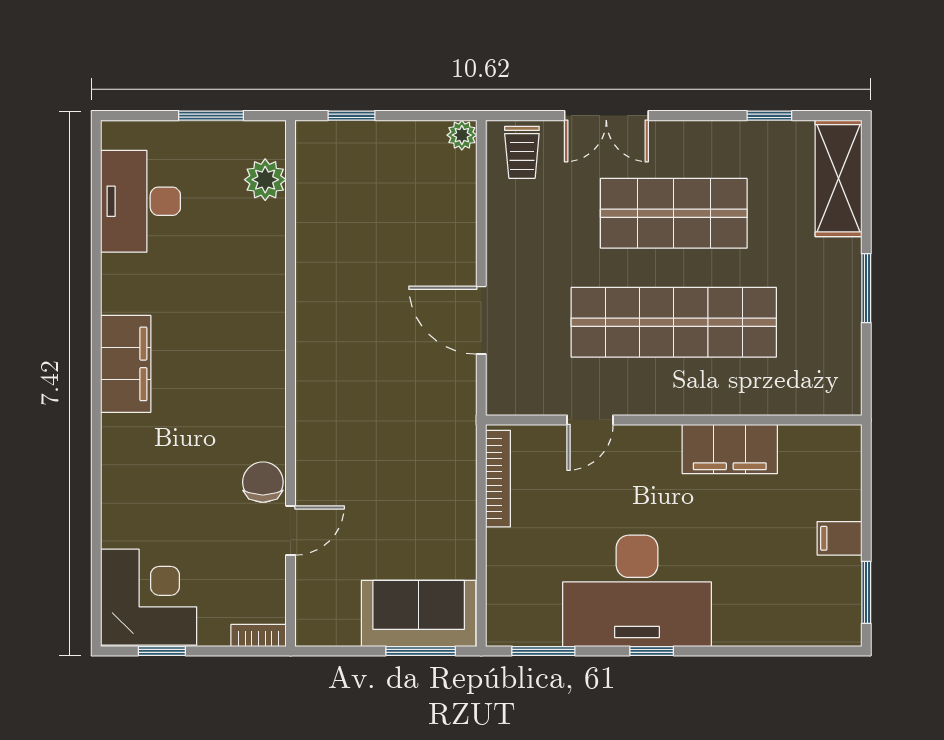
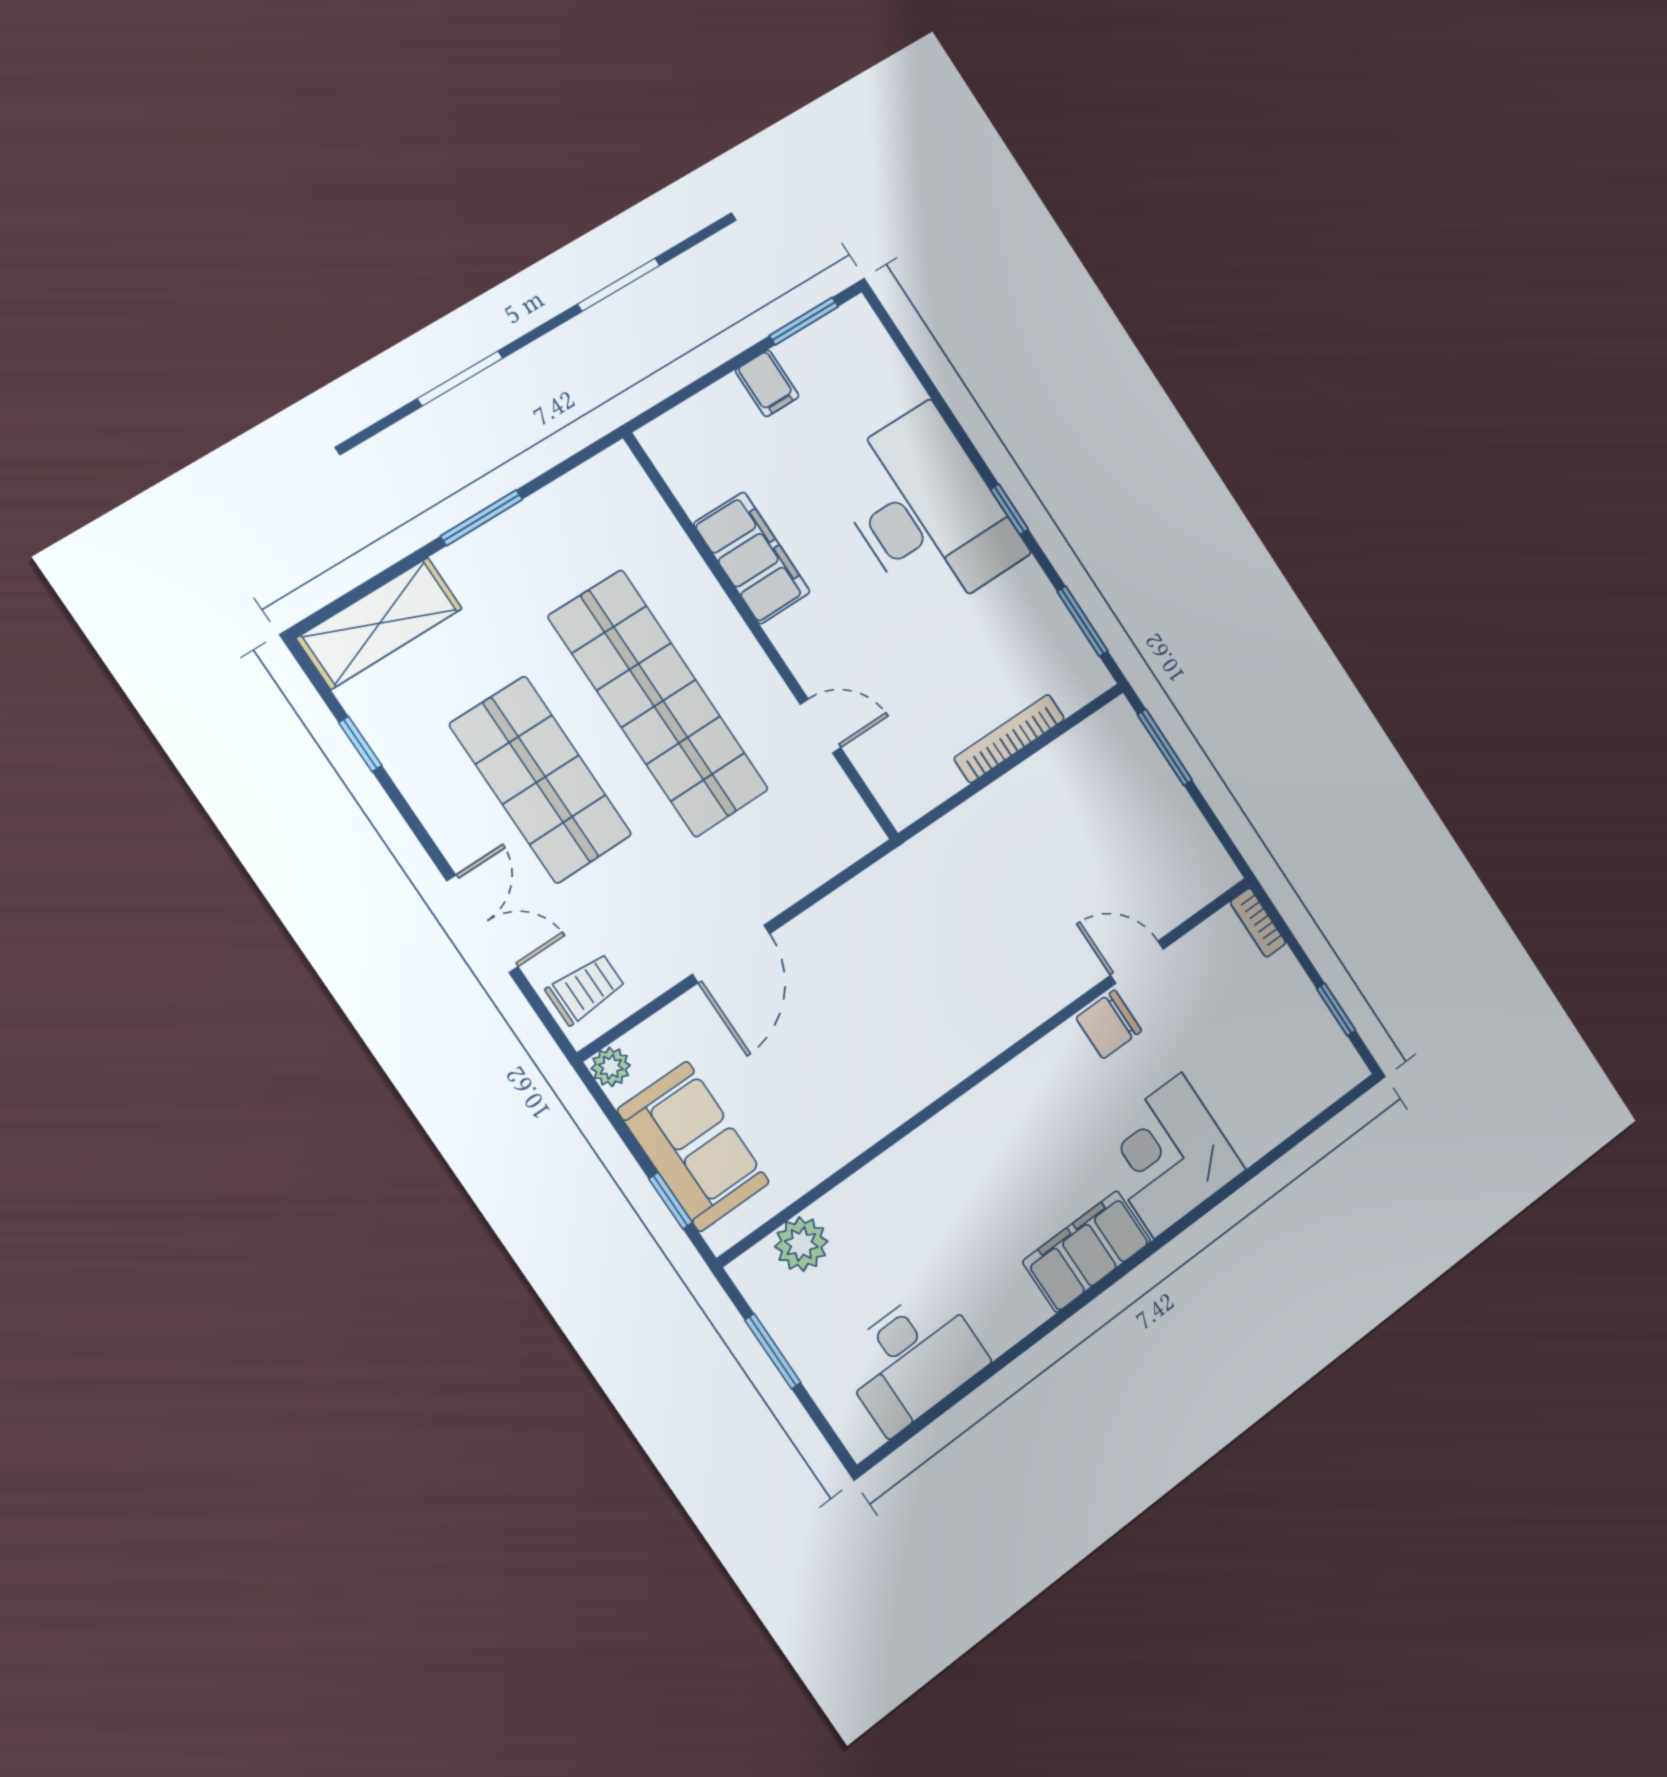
door: (481, 320) -> (731, 954), moved
bookcase: (498, 479) -> (1009, 739), moved
desk: (637, 591) -> (926, 511), moved
corner desk: (149, 597) -> (1168, 1155), moved
sofa: (419, 613) -> (693, 1146), moved, turned 180

